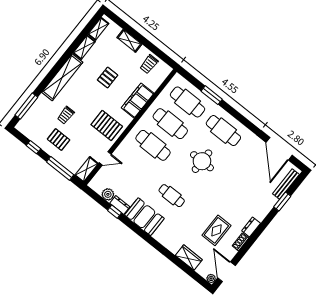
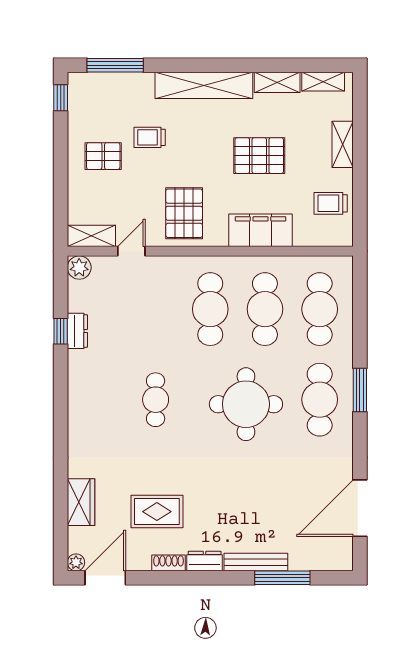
pallet: (108, 78) -> (259, 156), width x1.50, depth x1.42
window: (212, 95) -> (360, 390), moved
pallet: (59, 140) -> (103, 156), turned 90
window: (33, 147) -> (61, 98), moved
door: (105, 158) -> (131, 251), swing flipped
round table: (202, 161) -> (246, 404), width x1.36, depth x1.36
window: (60, 168) -> (61, 194), removed
bench: (286, 184) -> (256, 562), moved
plant: (108, 194) -> (79, 268), moved
window: (282, 202) -> (282, 578), width x1.44
booth: (144, 217) -> (89, 383), removed

